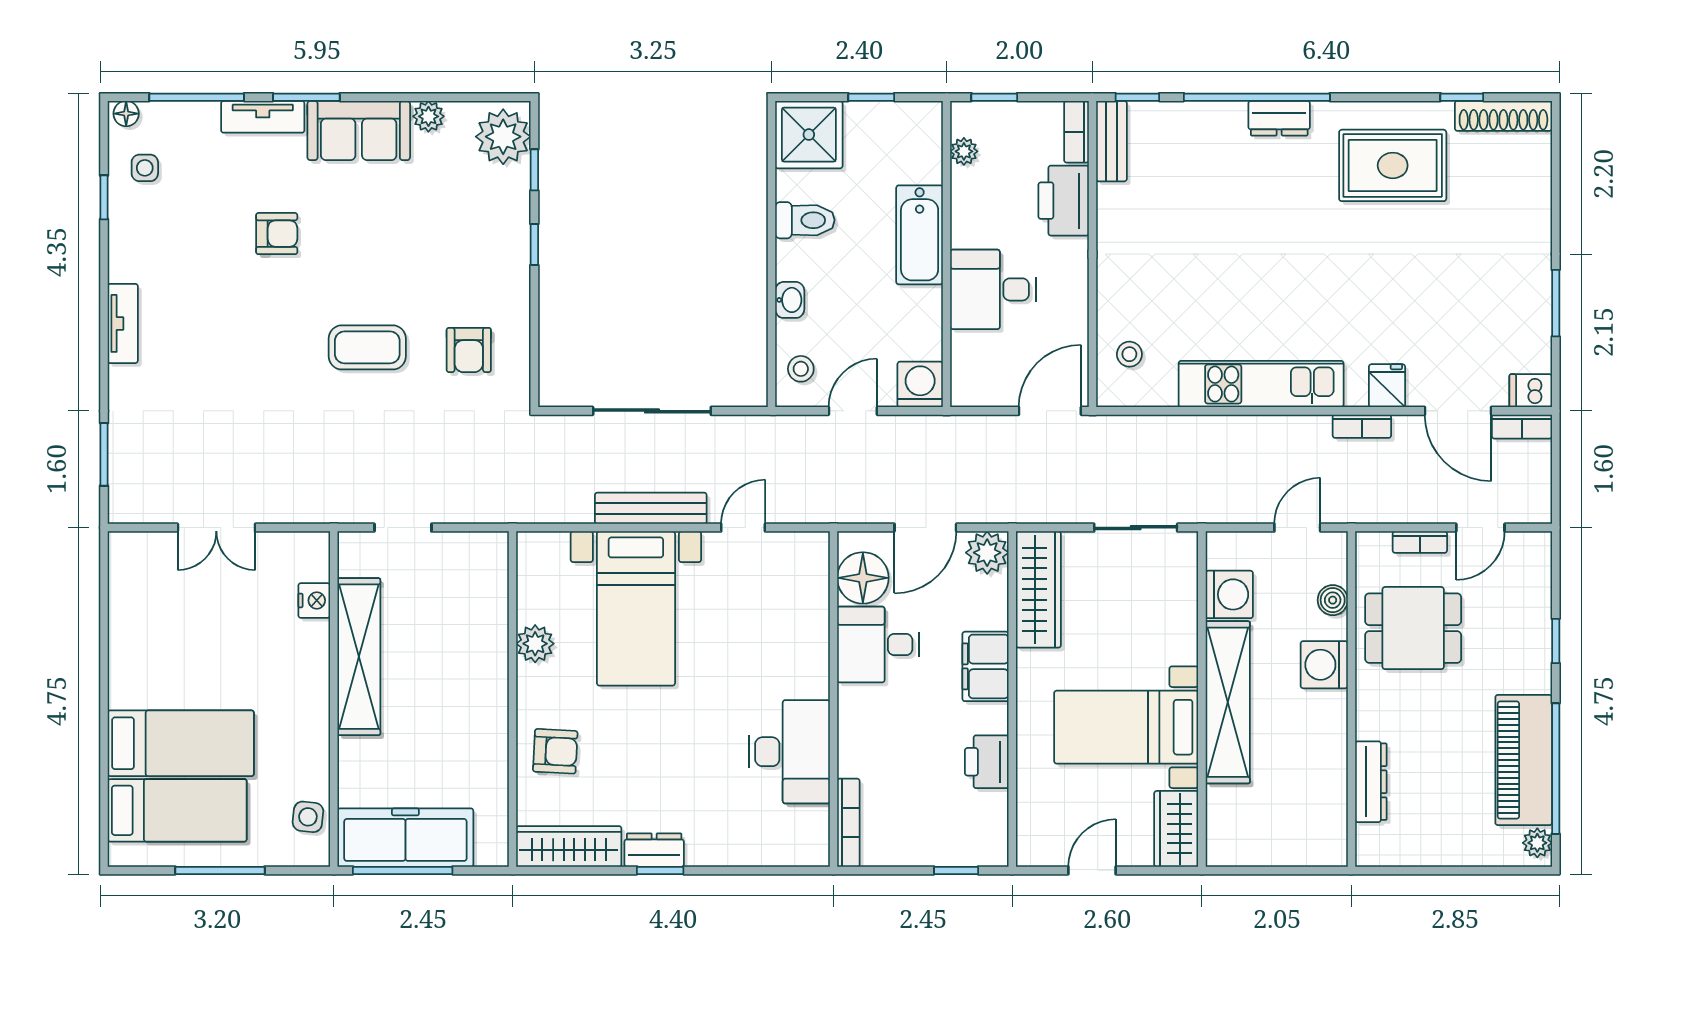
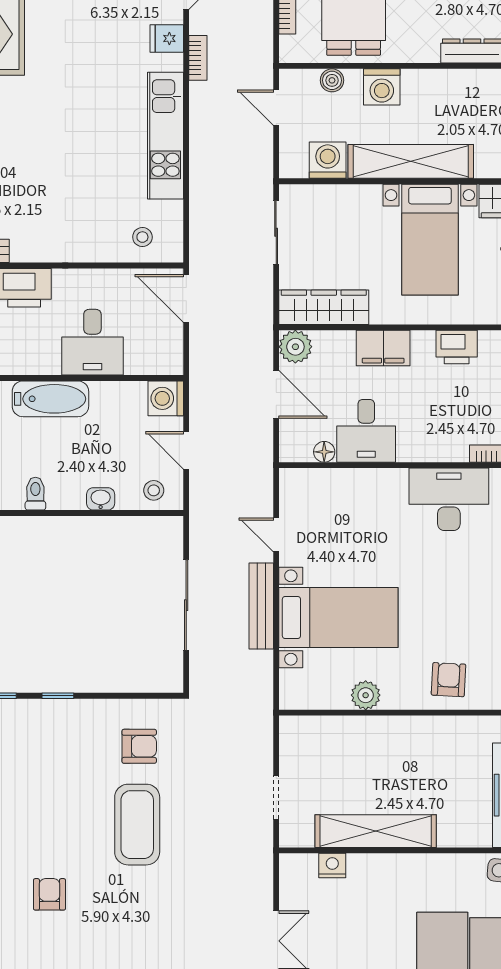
toilet: (805, 220) -> (35, 494), width x0.73, depth x0.72
coffee table: (367, 347) -> (137, 825), width x1.36, depth x1.32
floor lamp: (863, 578) -> (324, 452), width x0.53, depth x0.53

